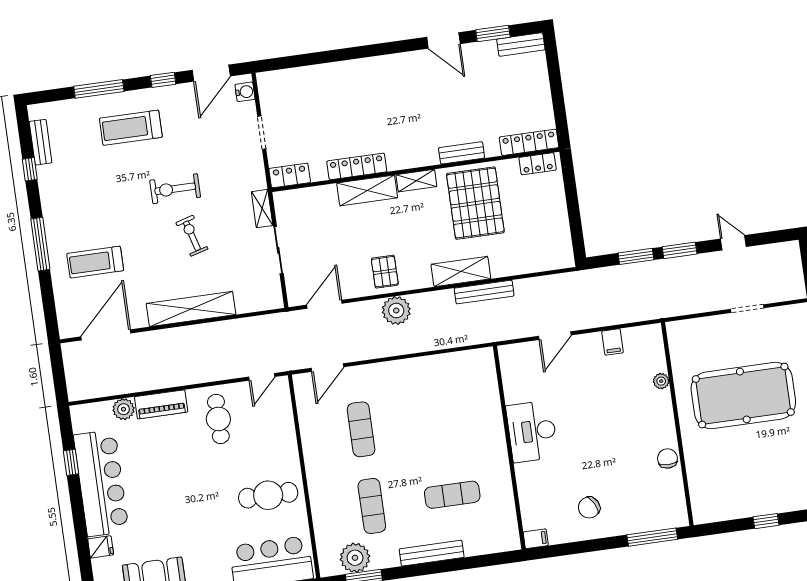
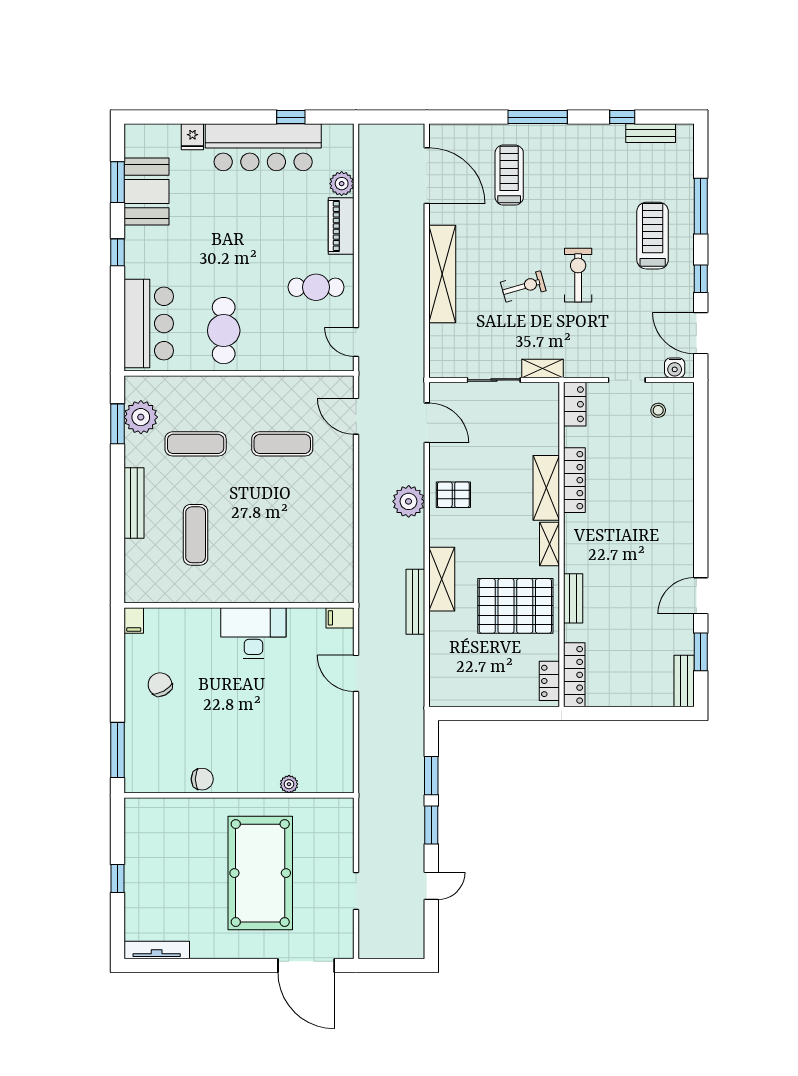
stool: (285, 101) -> (658, 410), added
filing cabinet: (612, 342) -> (340, 618), moved

